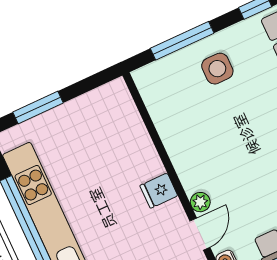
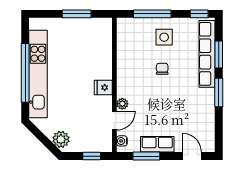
window: (38, 107) -> (77, 14), moved
chair: (237, 119) -> (162, 69), added

